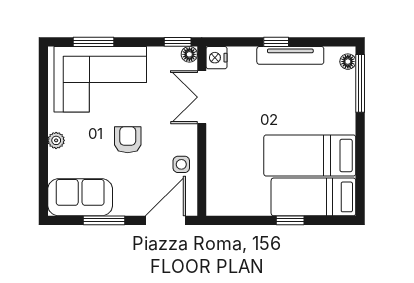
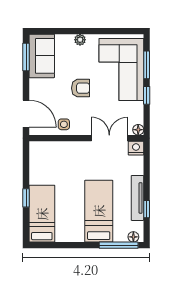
window: (178, 42) -> (147, 95), moved
window: (276, 42) -> (147, 209), moved
bed: (310, 156) -> (99, 211), moved
window: (104, 220) -> (26, 57), moved

